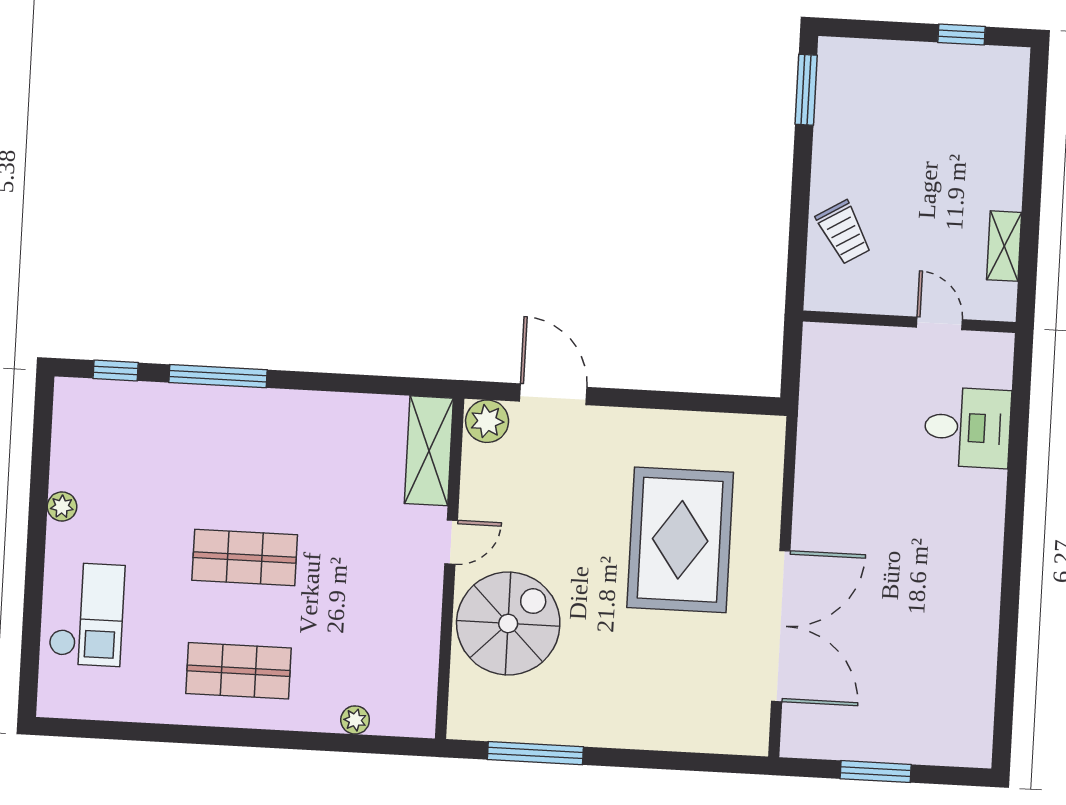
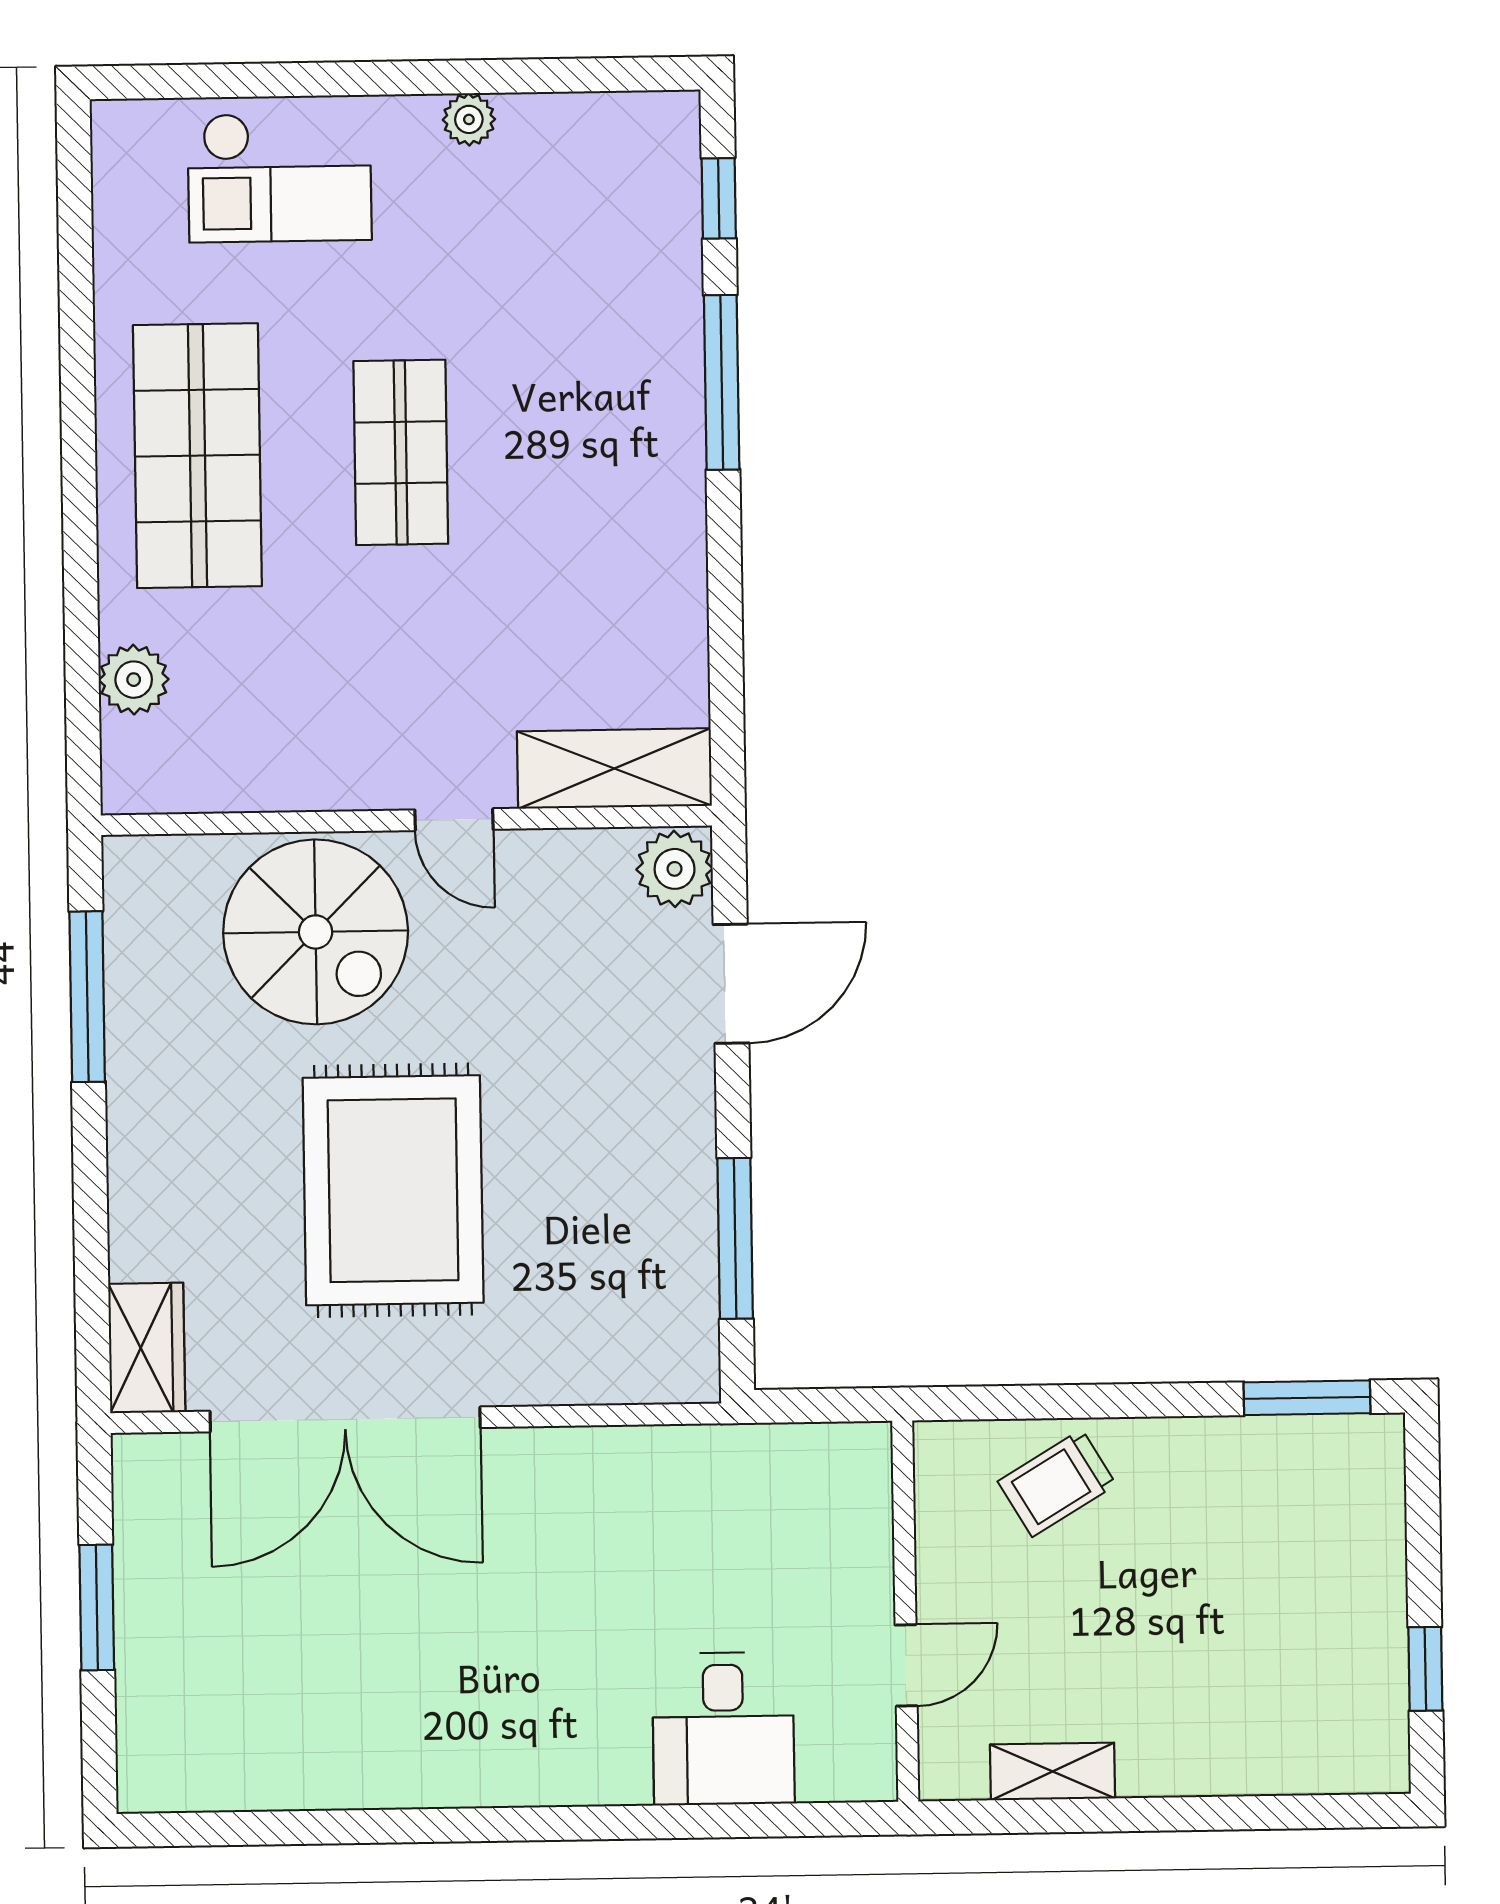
window: (695, 402) -> (735, 1238), added
rug: (680, 540) -> (393, 1190), moved, turned 90
shop shelf: (238, 671) -> (197, 456), width x1.43, depth x1.36
plant: (355, 720) -> (134, 680), width x1.38, depth x1.38
wardrobe: (733, 734) -> (147, 1348), added

